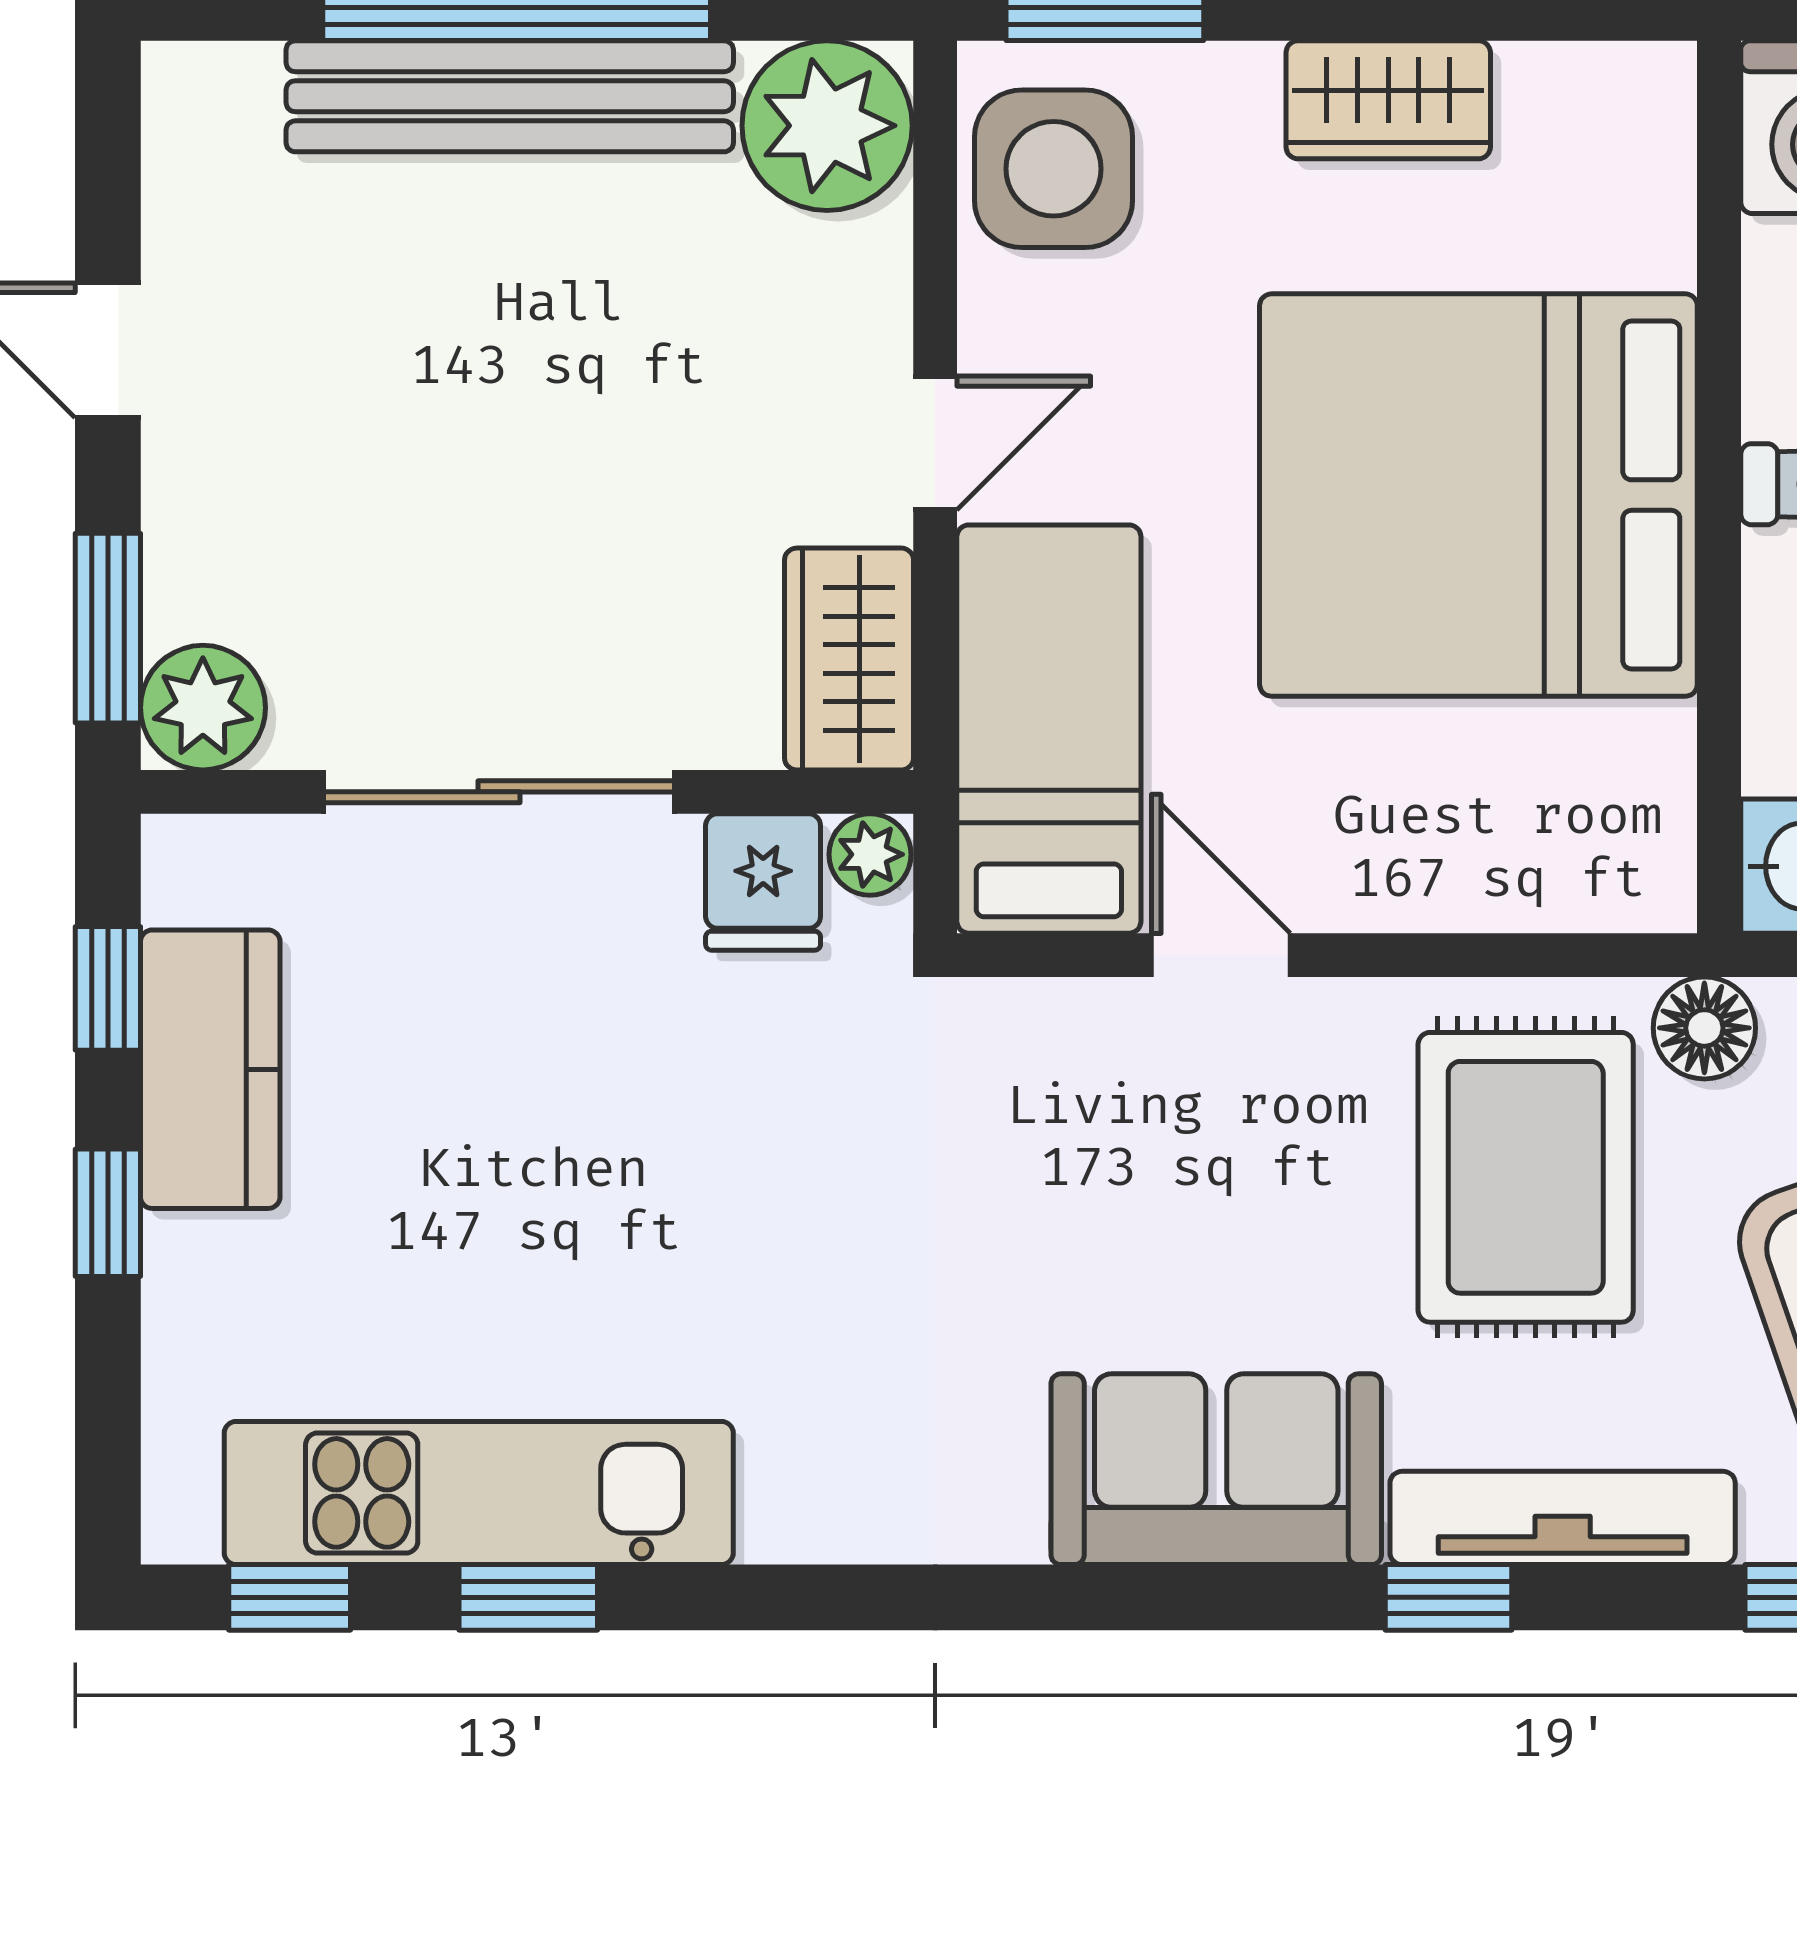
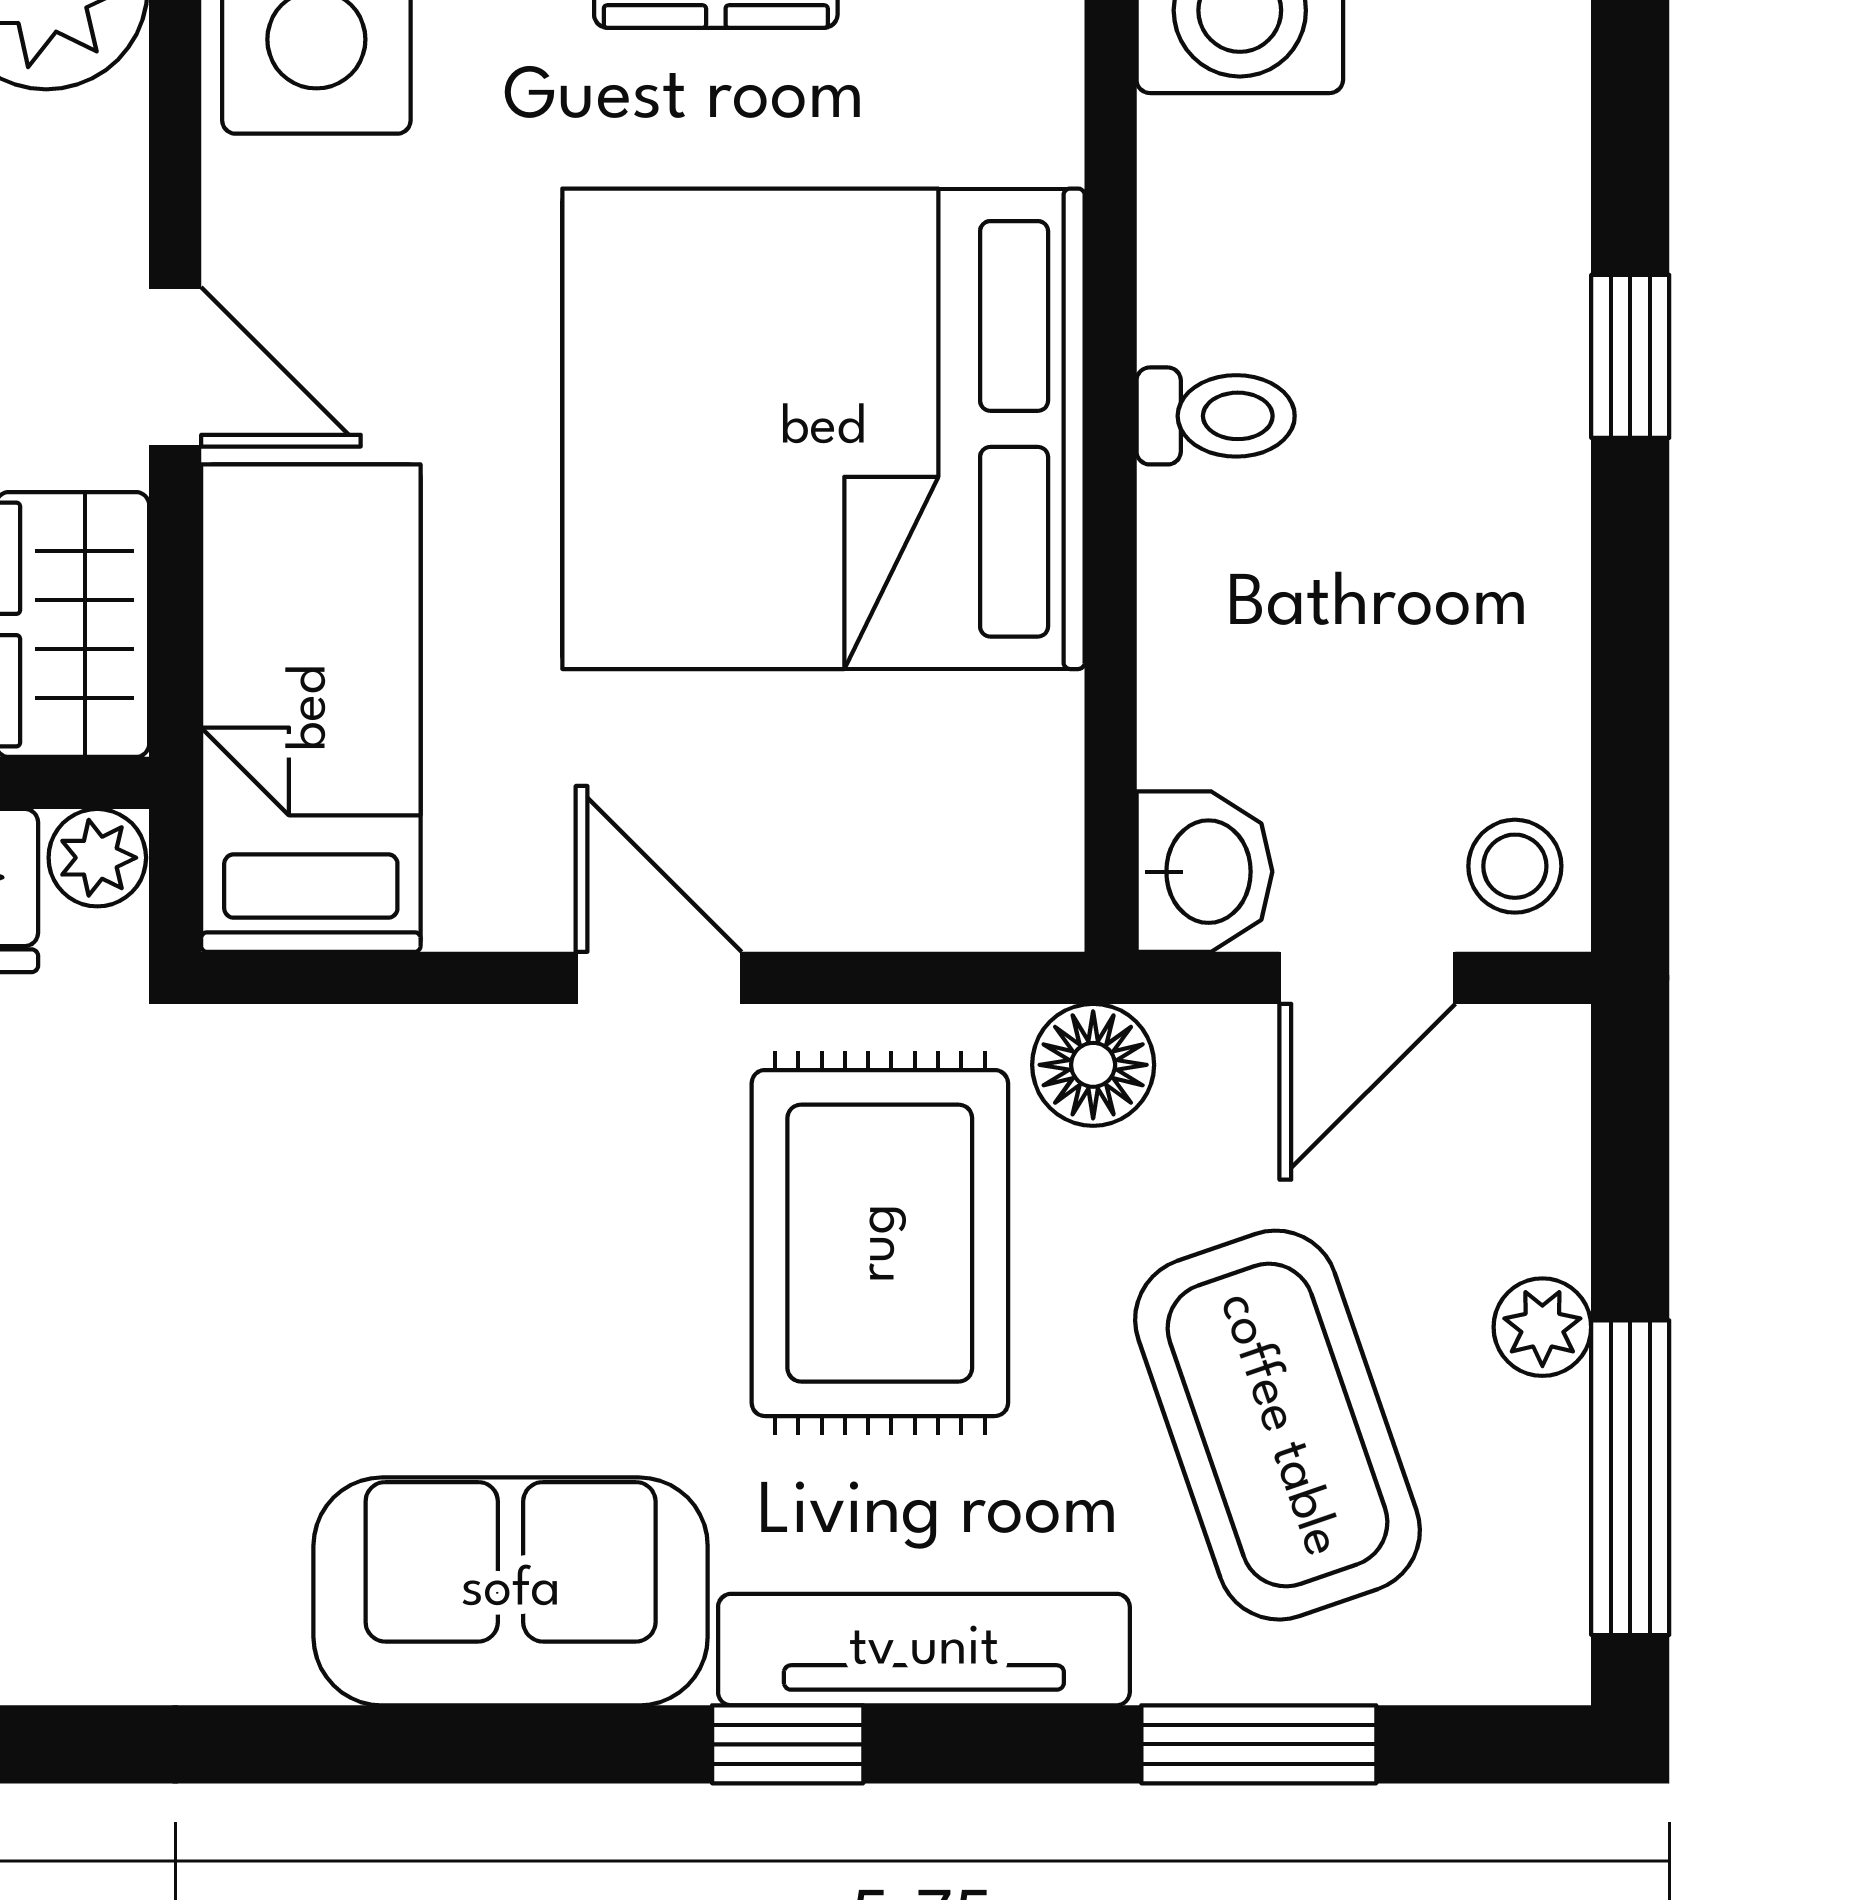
door: (935, 443) -> (175, 367), hinge flipped
door: (1221, 955) -> (659, 978), moved

